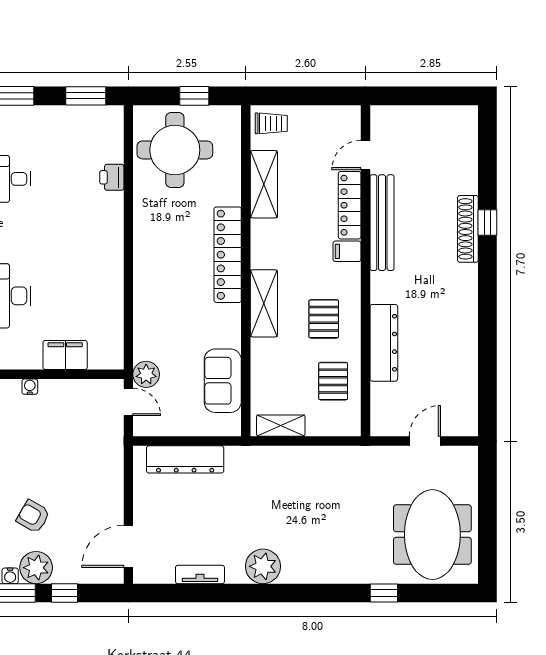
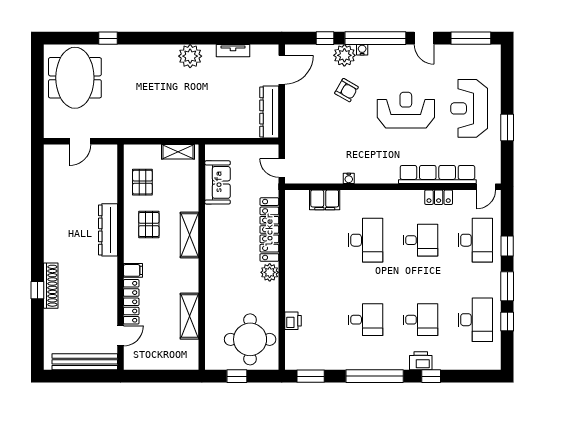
trolley: (271, 123) -> (185, 357), removed
bench: (382, 223) -> (85, 362), moved, turned 90
locker: (228, 255) -> (269, 230), moved, turned 180
dresser: (384, 343) -> (108, 230), moved
plant: (146, 374) -> (270, 272), moved
dresser: (185, 459) -> (269, 112), moved, turned -90

